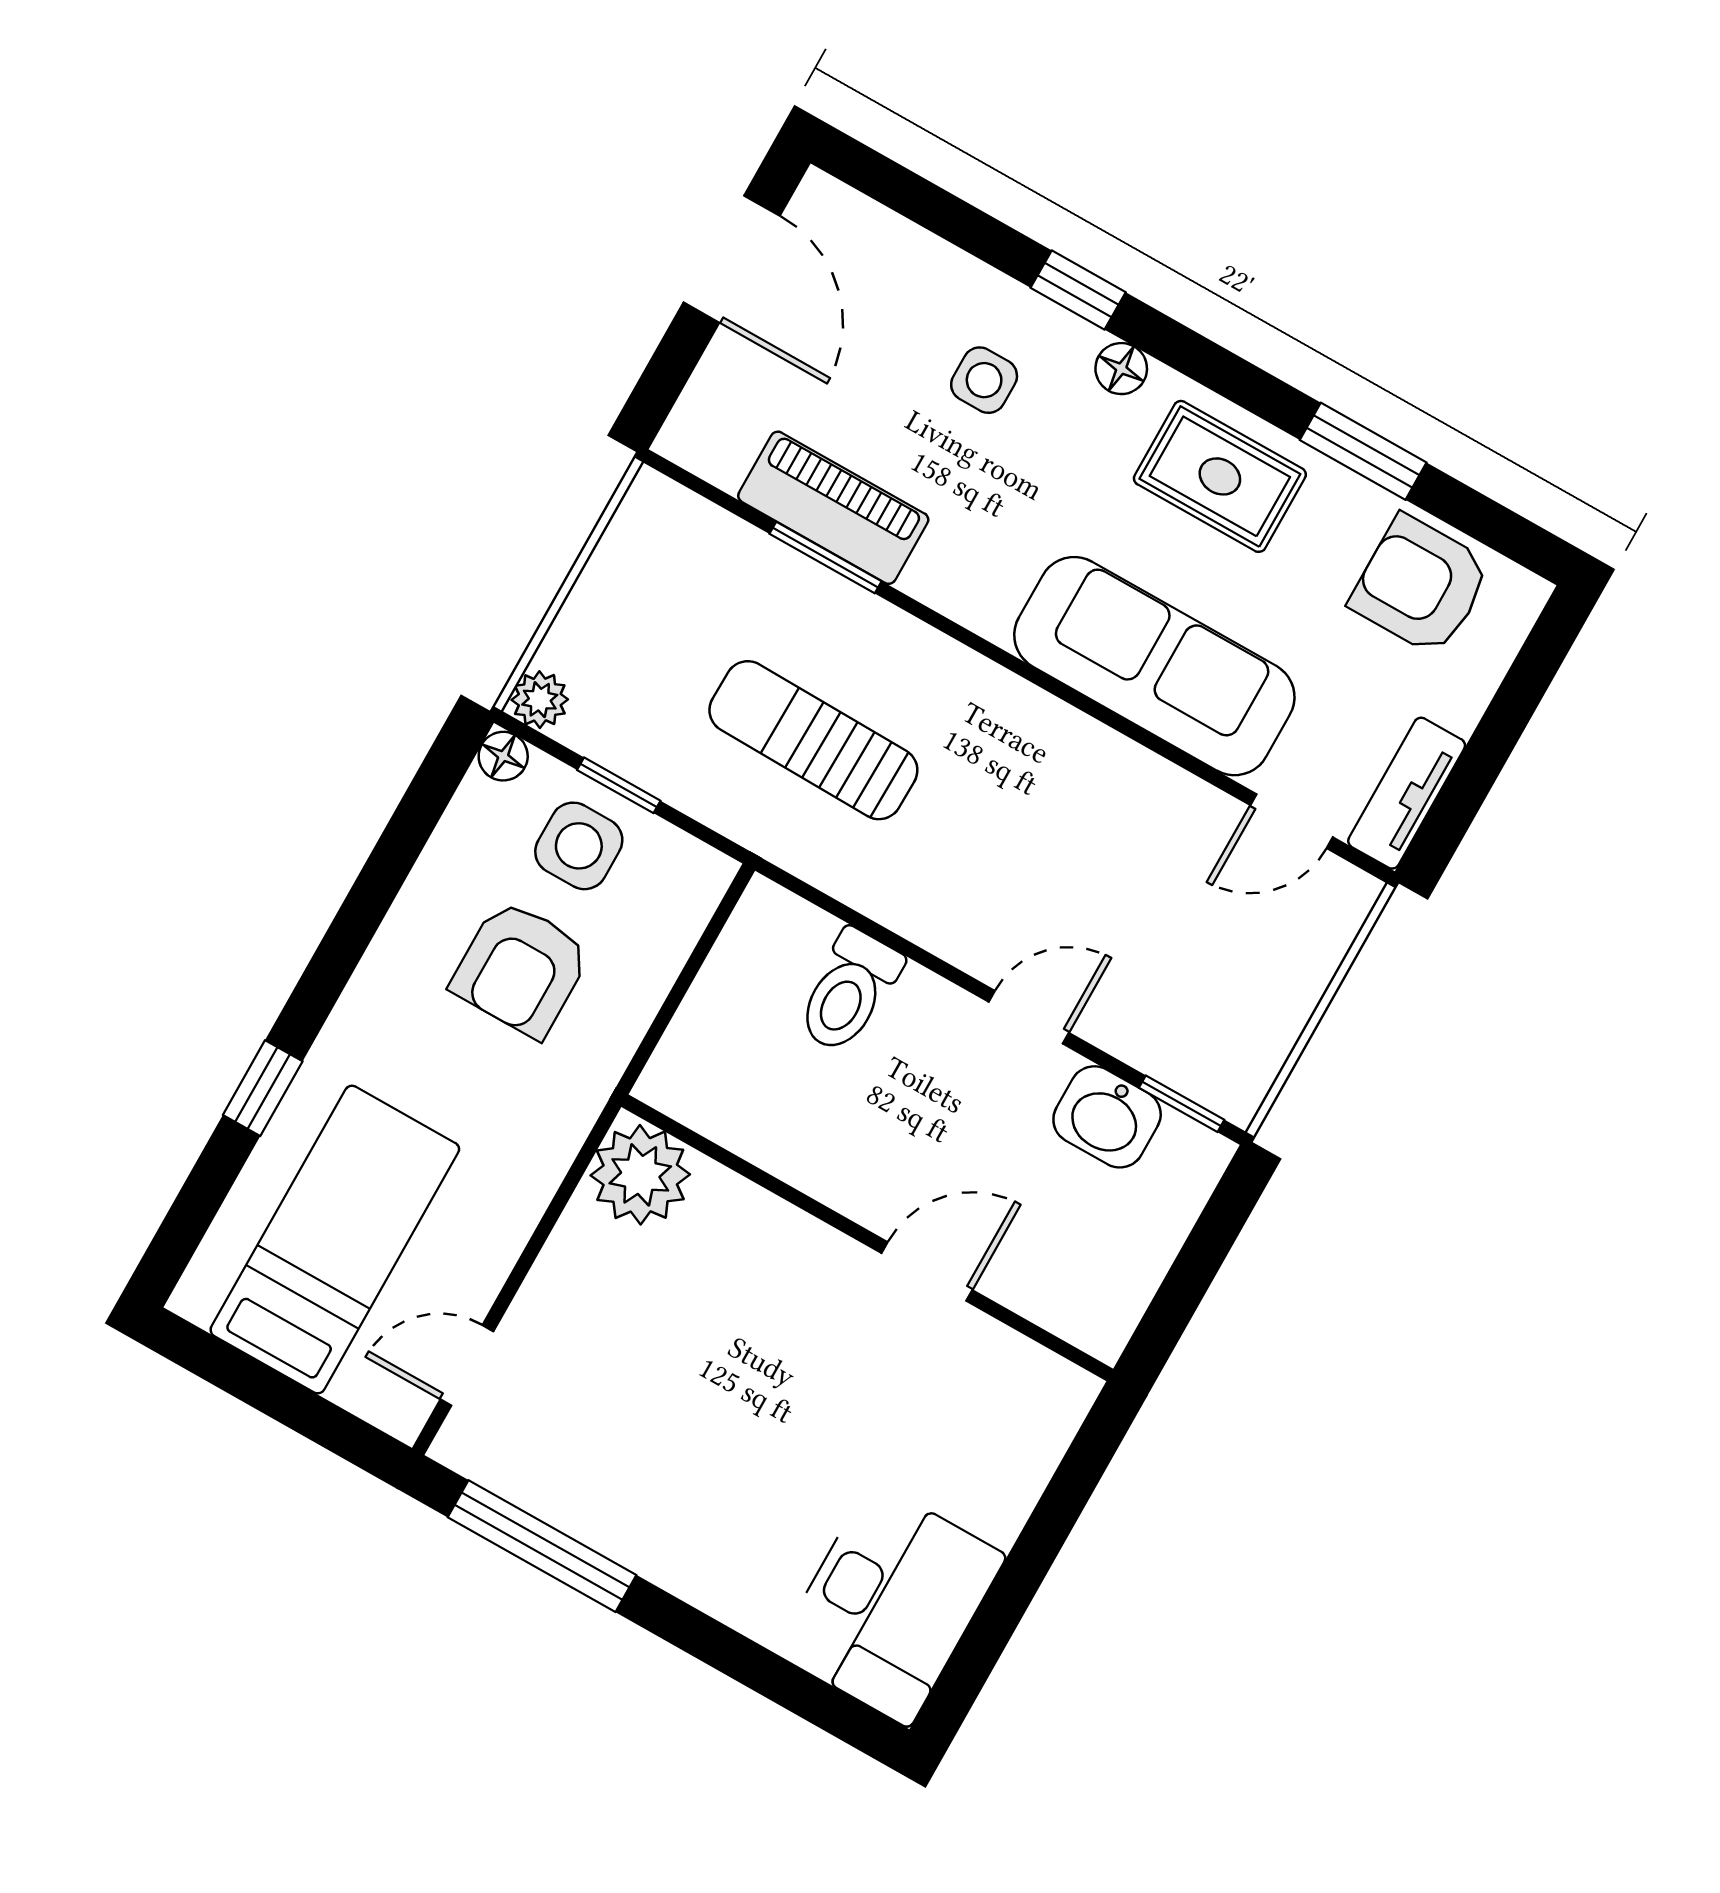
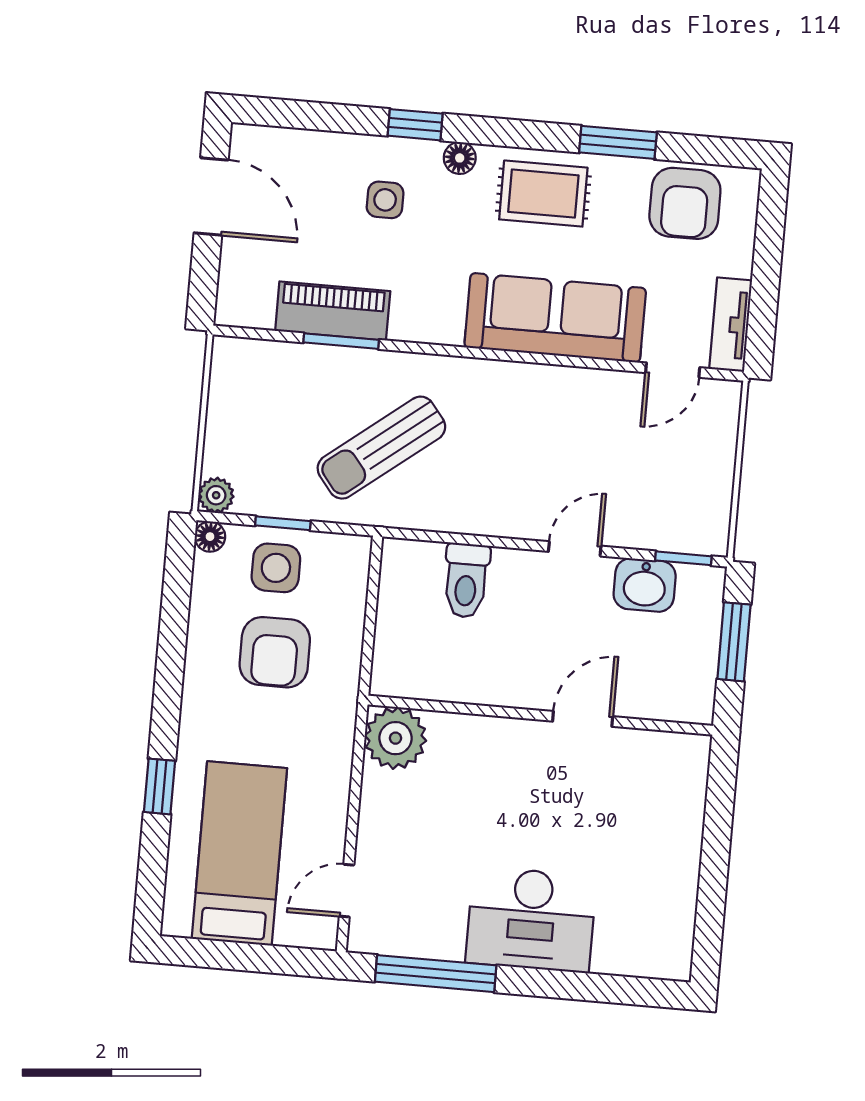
armchair: (1421, 585) -> (685, 203), turned -90
sun lounger: (813, 740) -> (381, 448), turned -39
window: (1200, 1260) -> (734, 642), added
desk: (890, 1604) -> (531, 919), moved, turned 90

